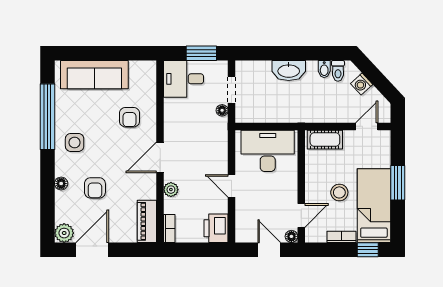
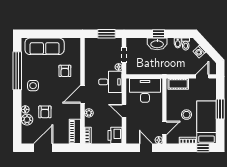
window: (291, 53) -> (158, 34), added
desk: (184, 79) -> (110, 82), moved, turned 180
plant: (64, 233) -> (27, 120), moved

